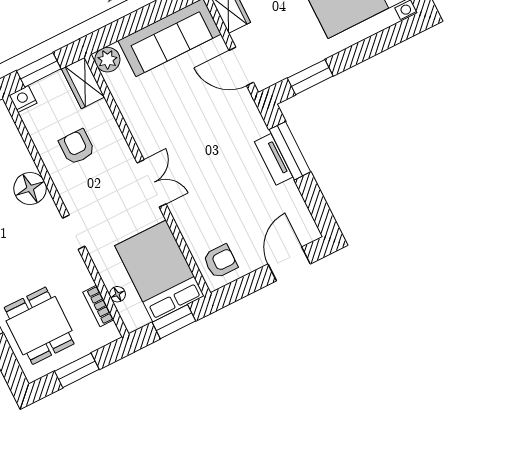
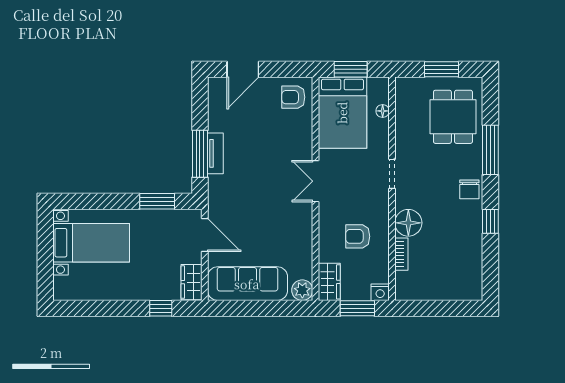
armchair: (77, 147) -> (358, 236), turned 90
bookcase: (98, 306) -> (401, 254), moved

